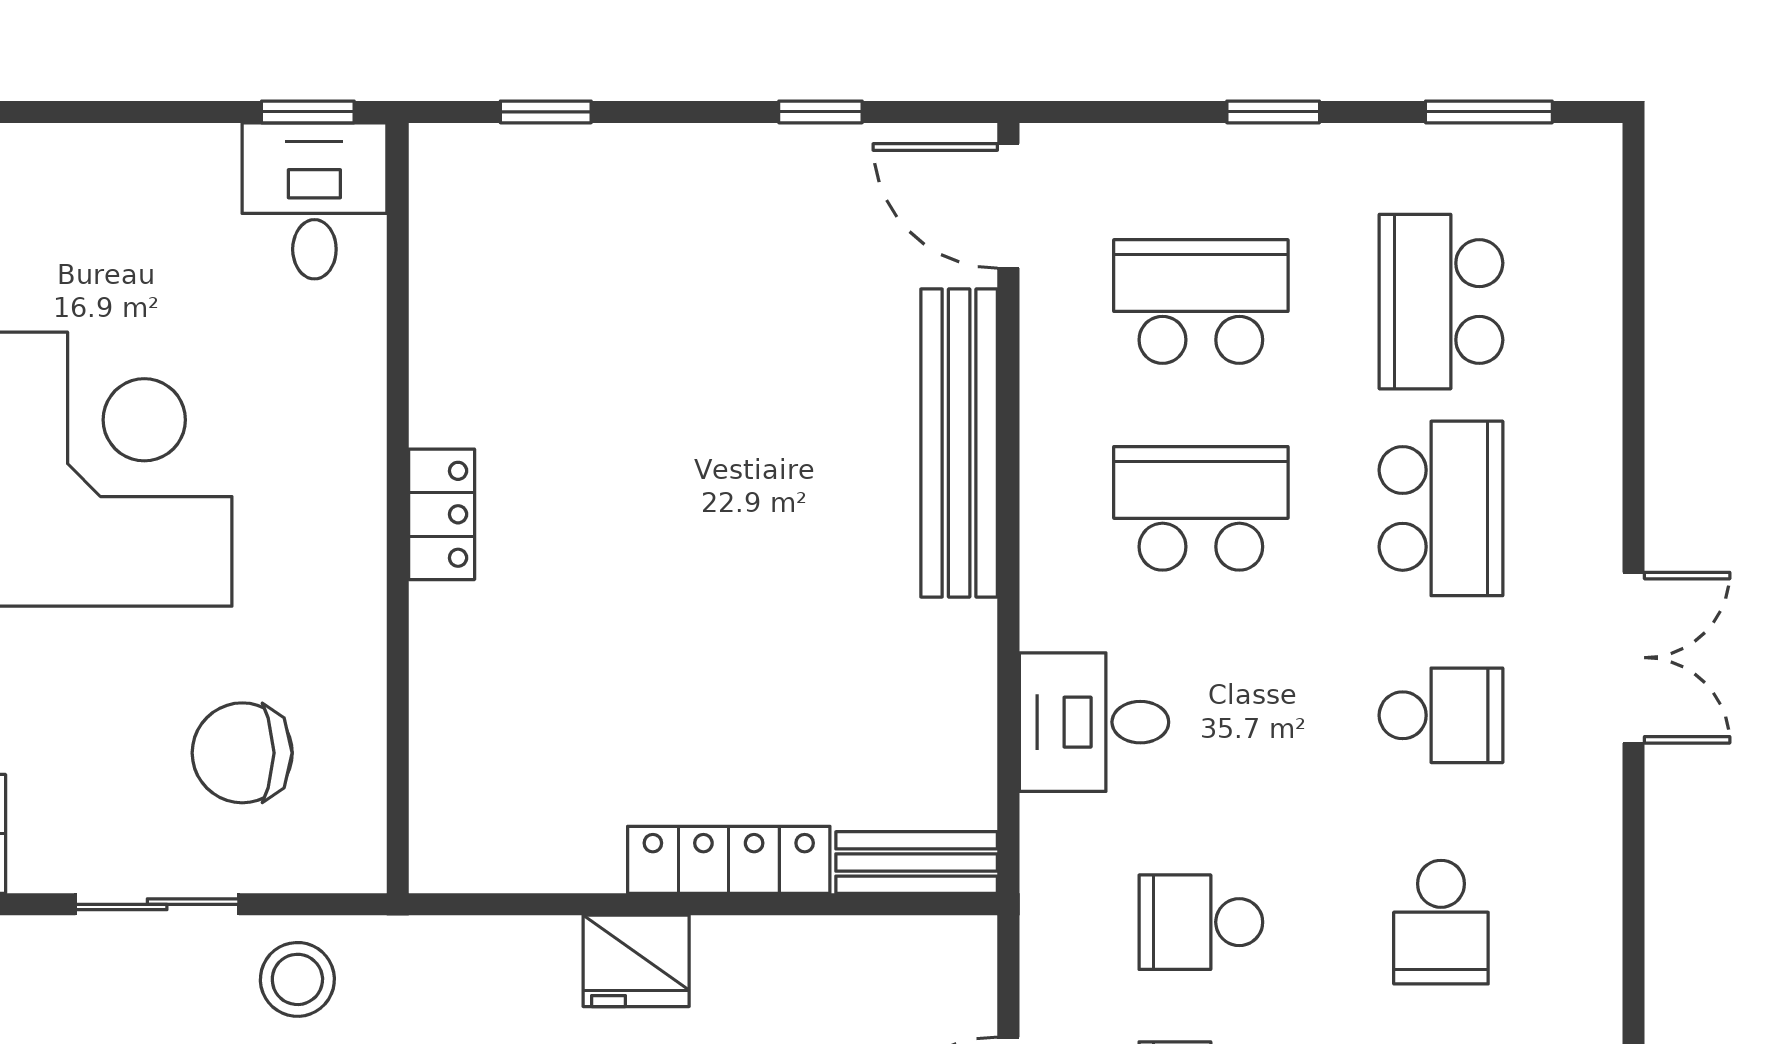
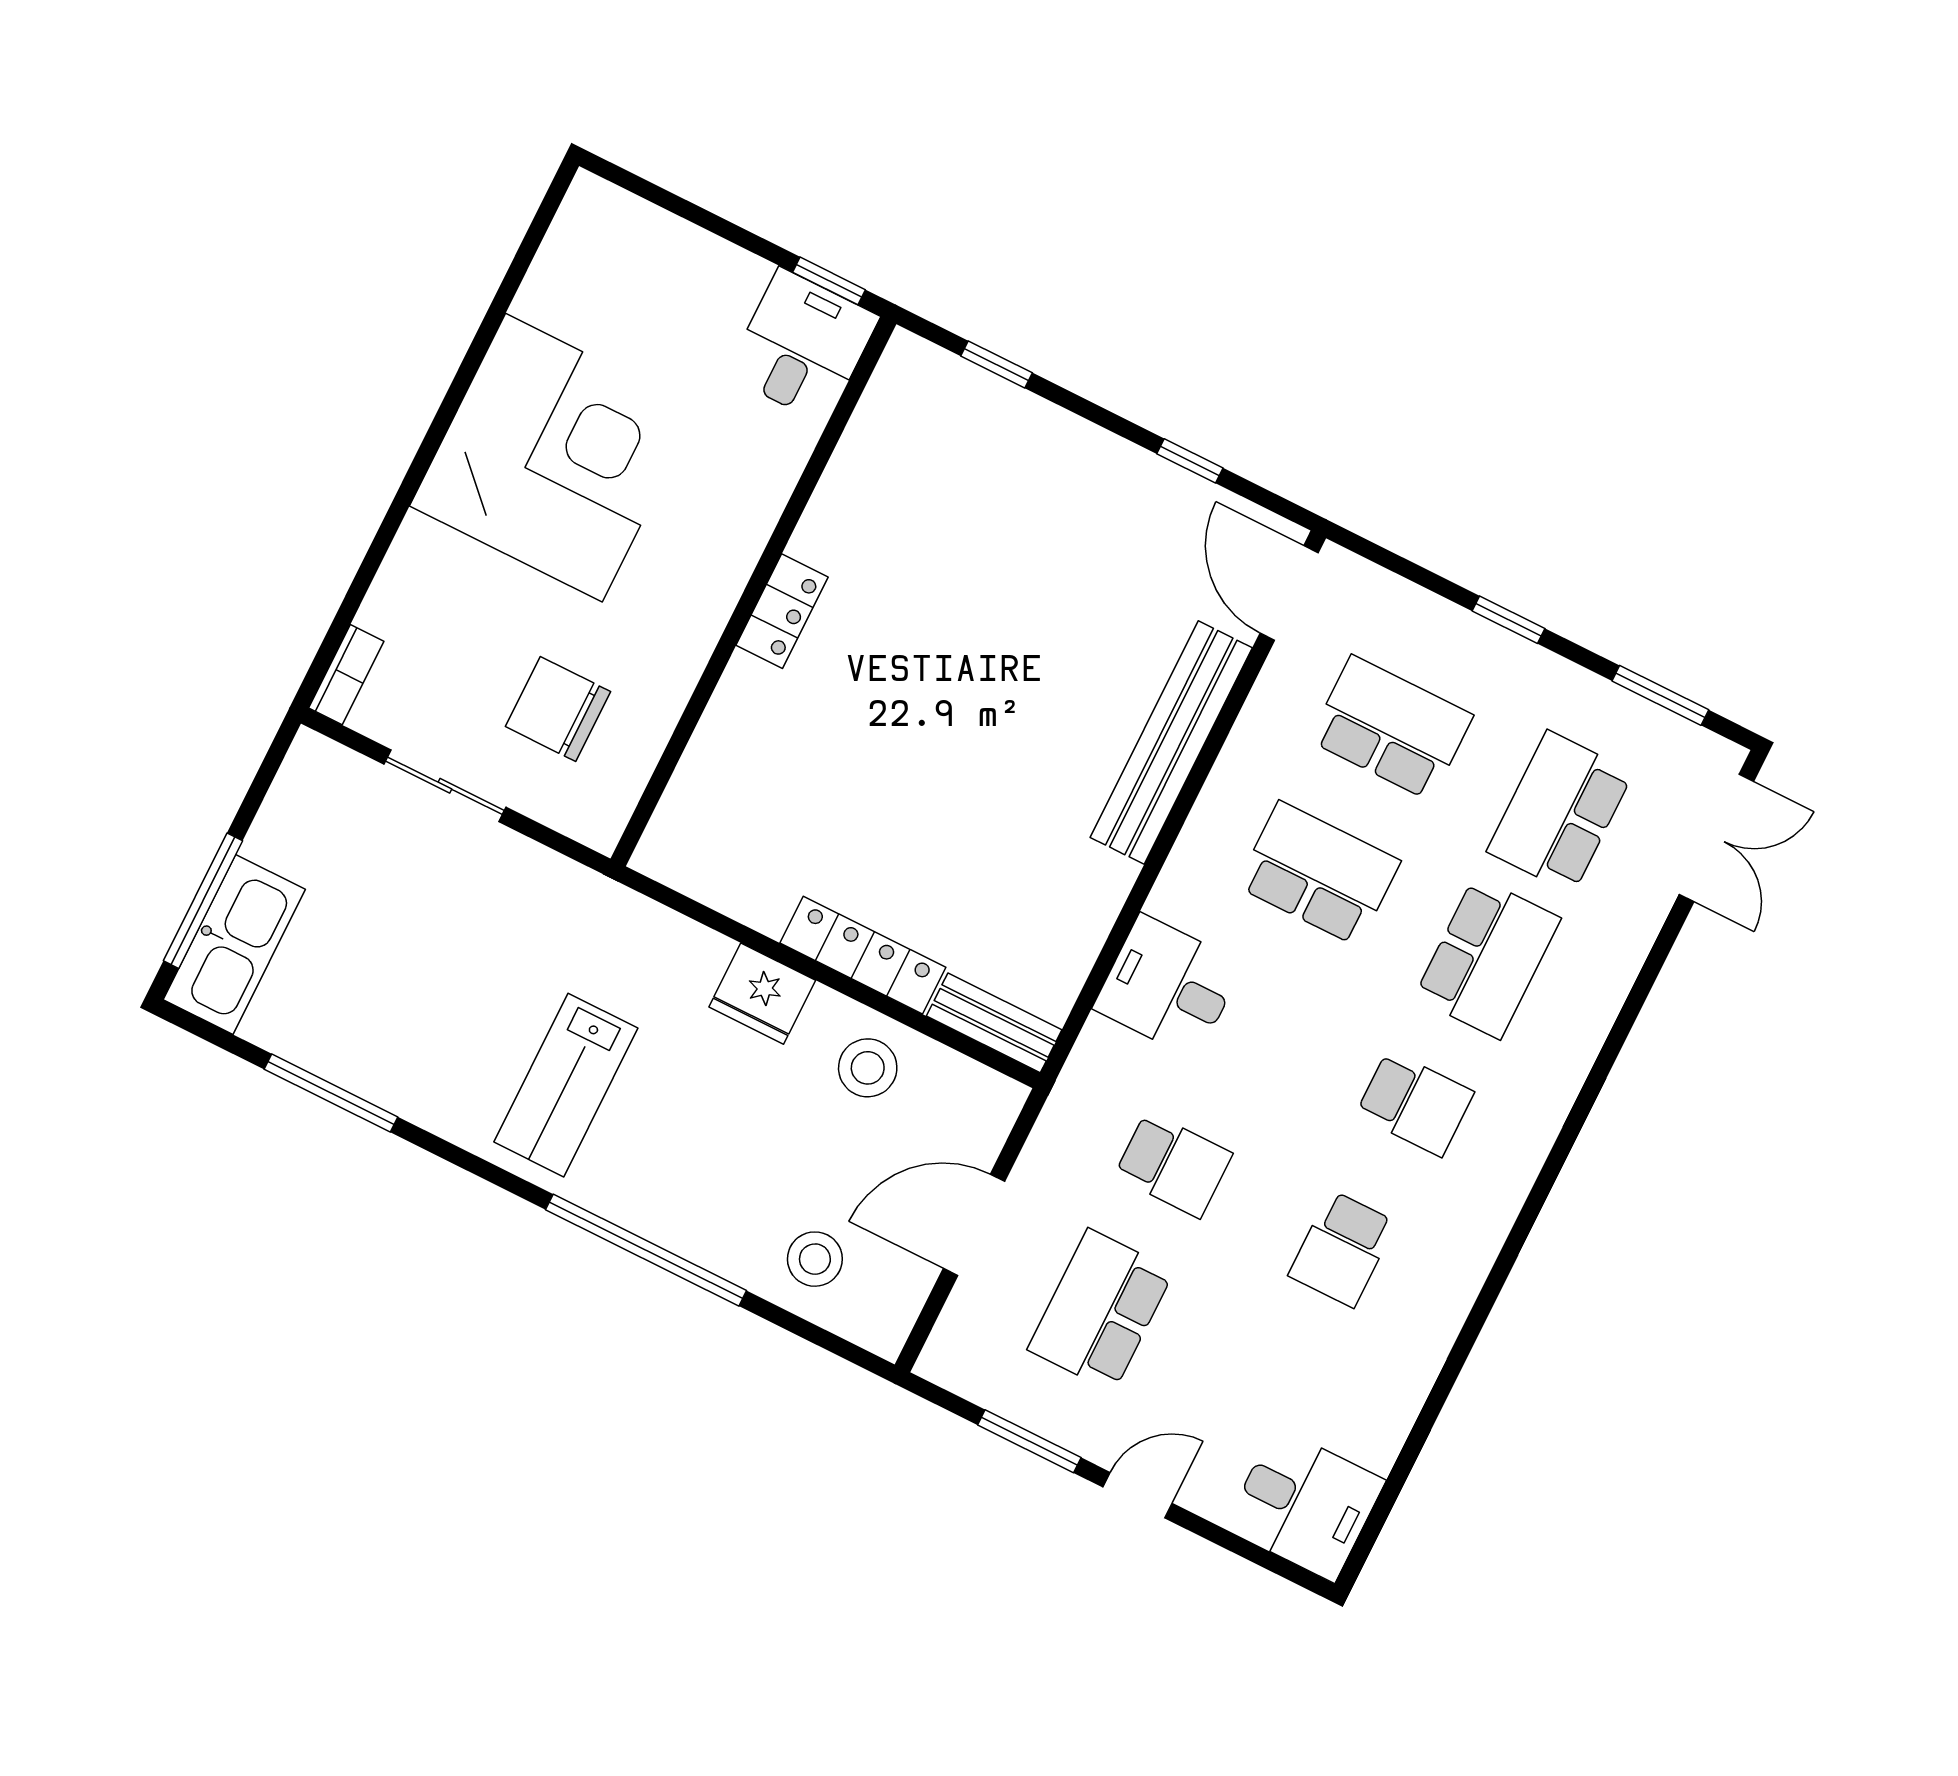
double door: (1634, 658) -> (1716, 838), moved
school desk: (1201, 922) -> (1173, 1165), turned 180
stool: (297, 979) -> (868, 1068), moved

